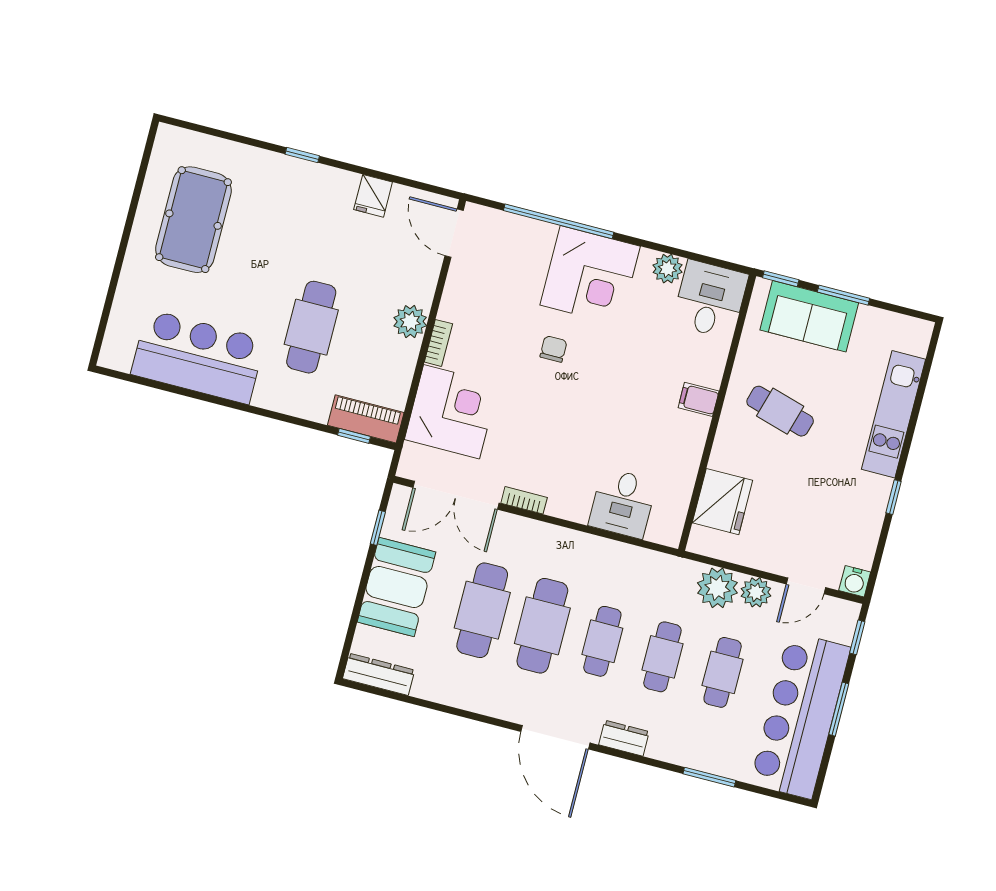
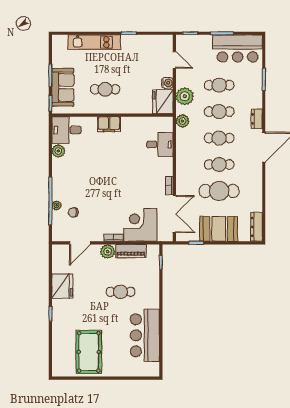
fridge: (373, 196) -> (62, 286), width x1.88, depth x1.34
pool table: (193, 220) -> (89, 352), turned 90
door: (454, 233) -> (80, 243), moved
plant: (545, 233) -> (57, 205), added
corner desk: (590, 276) -> (69, 182), removed
cafe table: (311, 327) -> (120, 292), width x0.73, depth x0.74
chair: (553, 349) -> (73, 212), moved
filing cabinet: (699, 399) -> (109, 124), width x2.00
cafe table: (780, 411) -> (105, 89), turned 74
piano: (366, 419) -> (131, 251), moved, turned -90
fridge: (722, 502) -> (163, 102), moved, turned -90
water cooler: (855, 581) -> (167, 83), moved
plant: (756, 592) -> (182, 121), moved
cafe table: (542, 626) -> (219, 165), width x0.73, depth x0.74
bar counter: (800, 715) -> (238, 48), width x0.73

